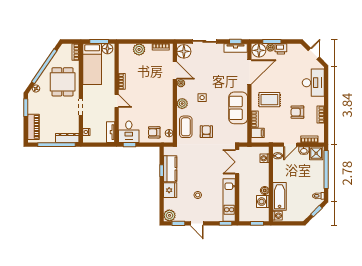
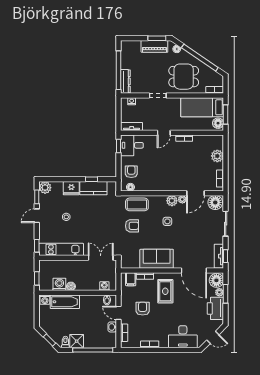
printer: (281, 49) -> (215, 308), width x1.87, depth x1.48
plant: (182, 104) -> (172, 201), moved
armchair: (297, 112) -> (143, 309), moved
piano: (33, 127) -> (154, 46), moved
shower: (316, 153) -> (77, 341), moved

